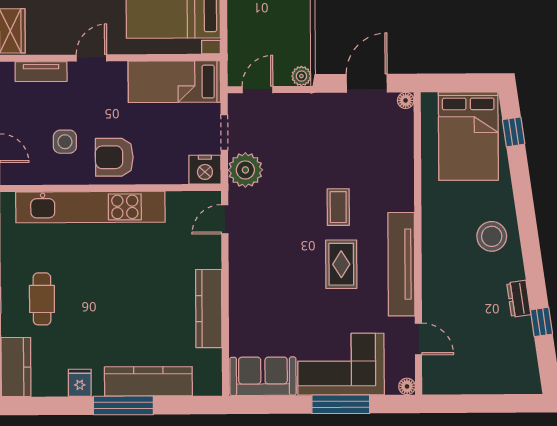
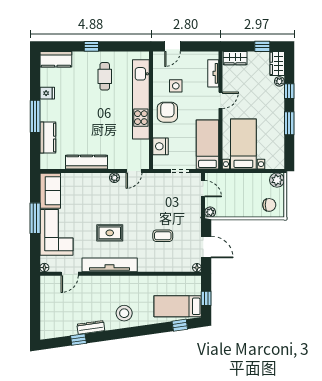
door: (91, 58) -> (220, 100), hinge flipped
window: (463, 83) -> (206, 298), added
bed: (468, 136) -> (178, 306), width x0.67
nightstand: (205, 170) -> (161, 146), moved
plant: (245, 170) -> (114, 178), moved, width x0.53, depth x0.53
coffee table: (338, 207) -> (163, 236), moved
door: (225, 219) -> (134, 171), swing flipped
cafe table: (42, 299) -> (105, 76), moved, turned 90
dresser: (519, 299) -> (91, 327), width x1.44
kitchen counter: (148, 381) -> (48, 138), width x0.67
window: (341, 404) -> (35, 218), moved

